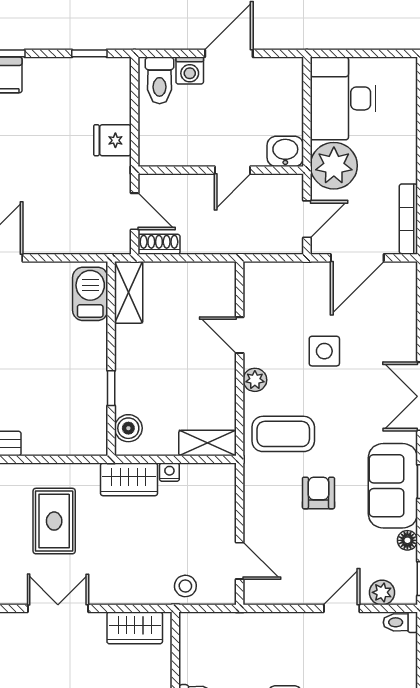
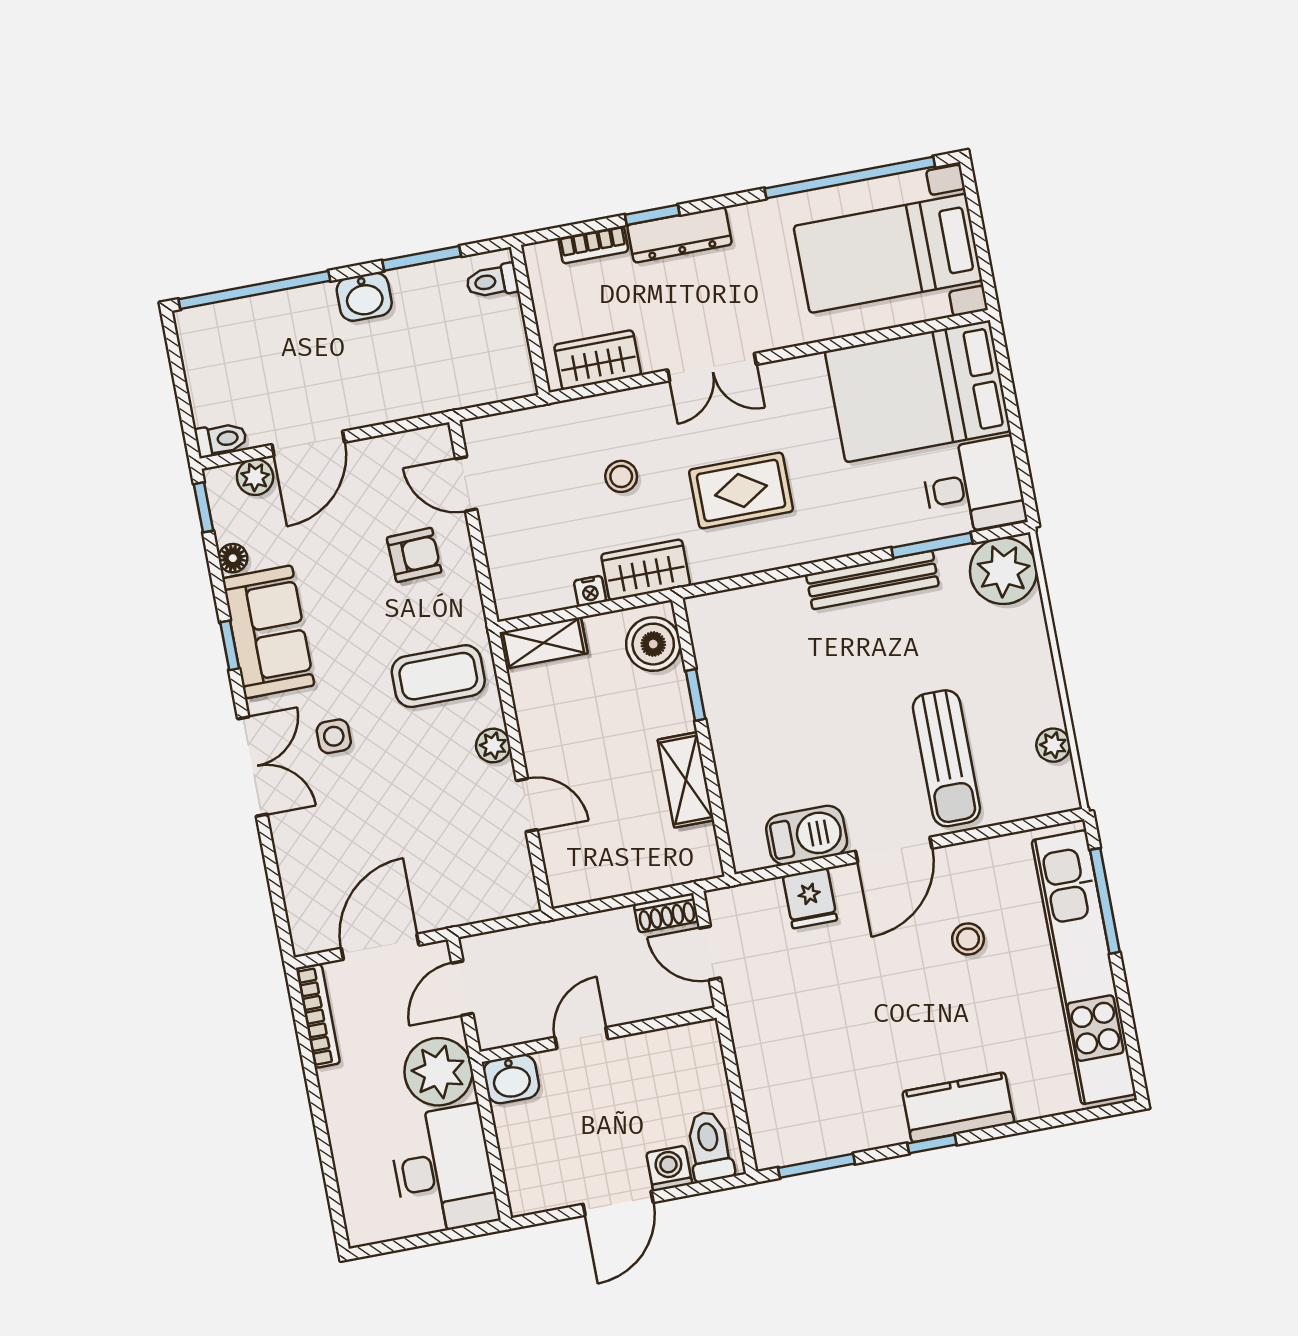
window: (89, 53) -> (816, 1166), width x1.50
fridge: (112, 140) -> (810, 898), moved, turned 90
shelving: (129, 292) -> (686, 780), moved
barbecue: (90, 294) -> (807, 835), moved, turned -90
side table: (324, 351) -> (334, 736), moved, width x0.73, depth x0.73
boiler: (128, 428) -> (653, 644), width x1.36, depth x1.36
armchair: (318, 493) -> (414, 555), moved, turned -92
rug: (54, 521) -> (741, 491), turned 90
stool: (185, 586) -> (621, 476), moved
door: (342, 608) -> (308, 443), width x1.38

